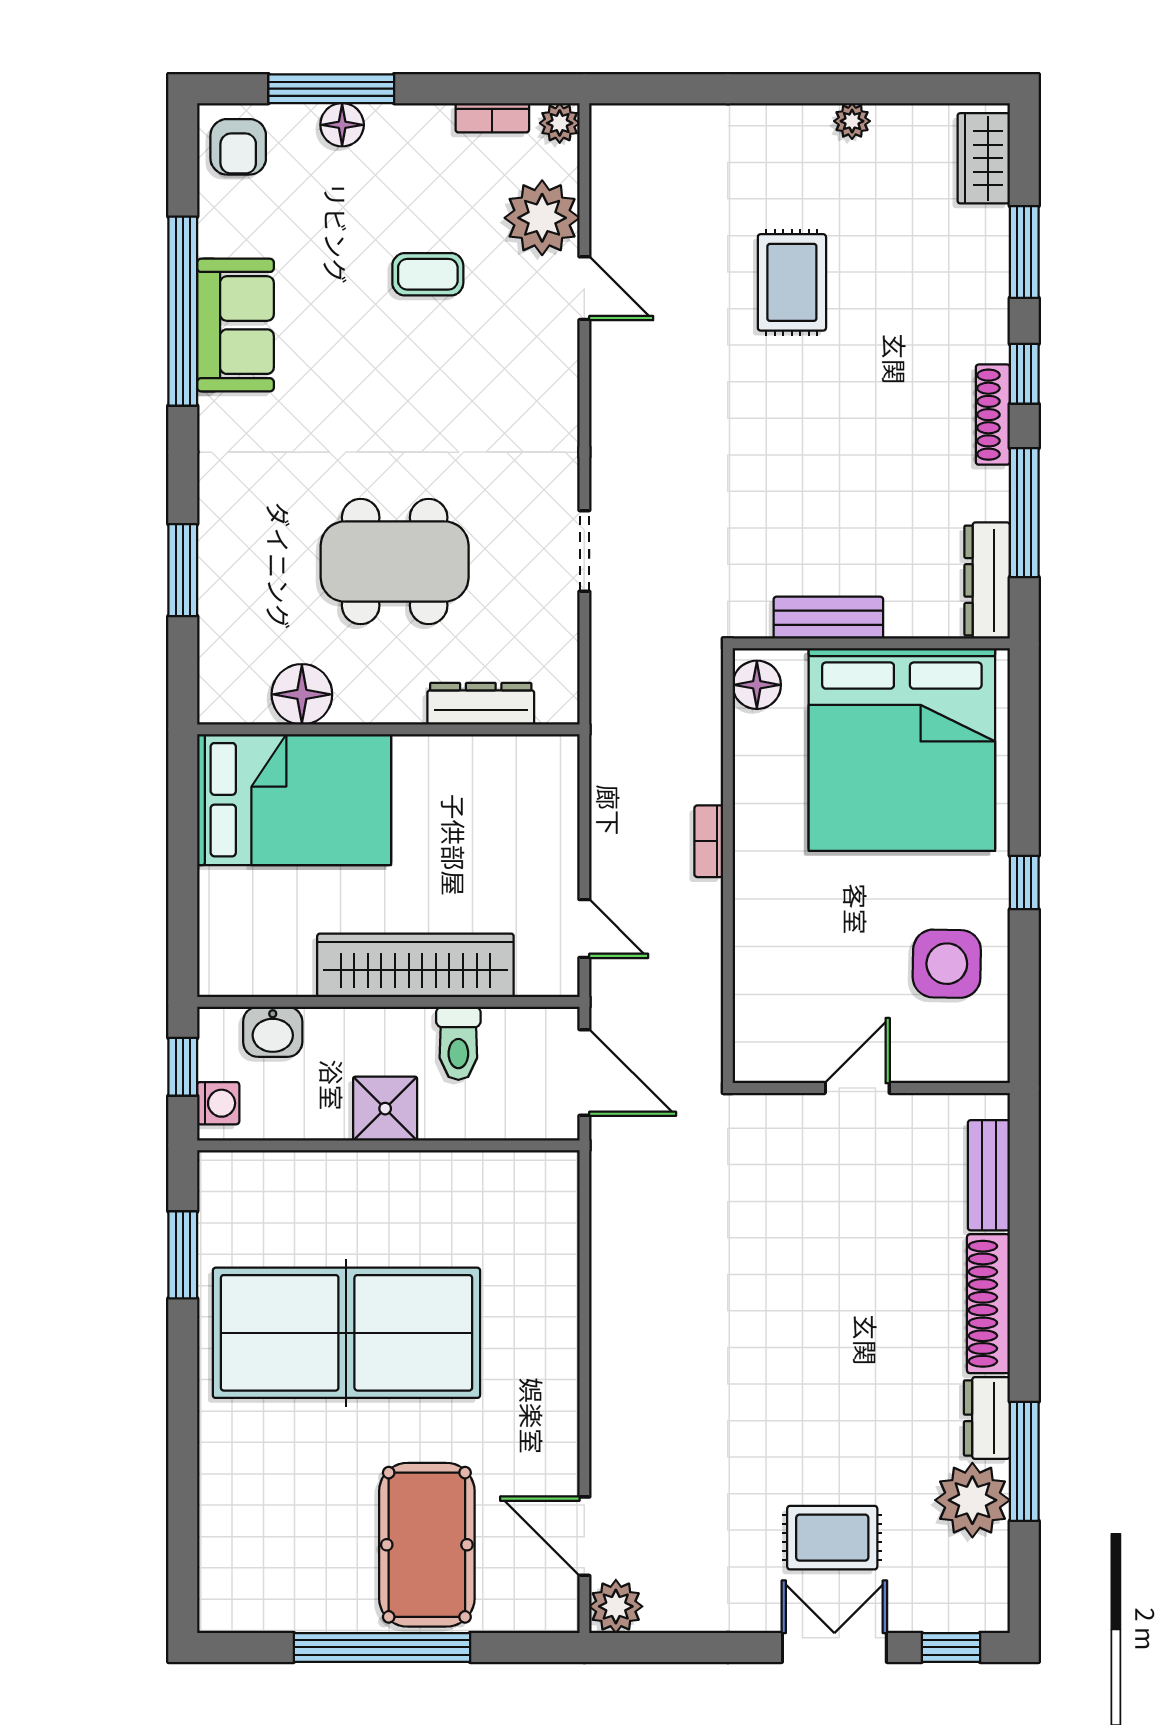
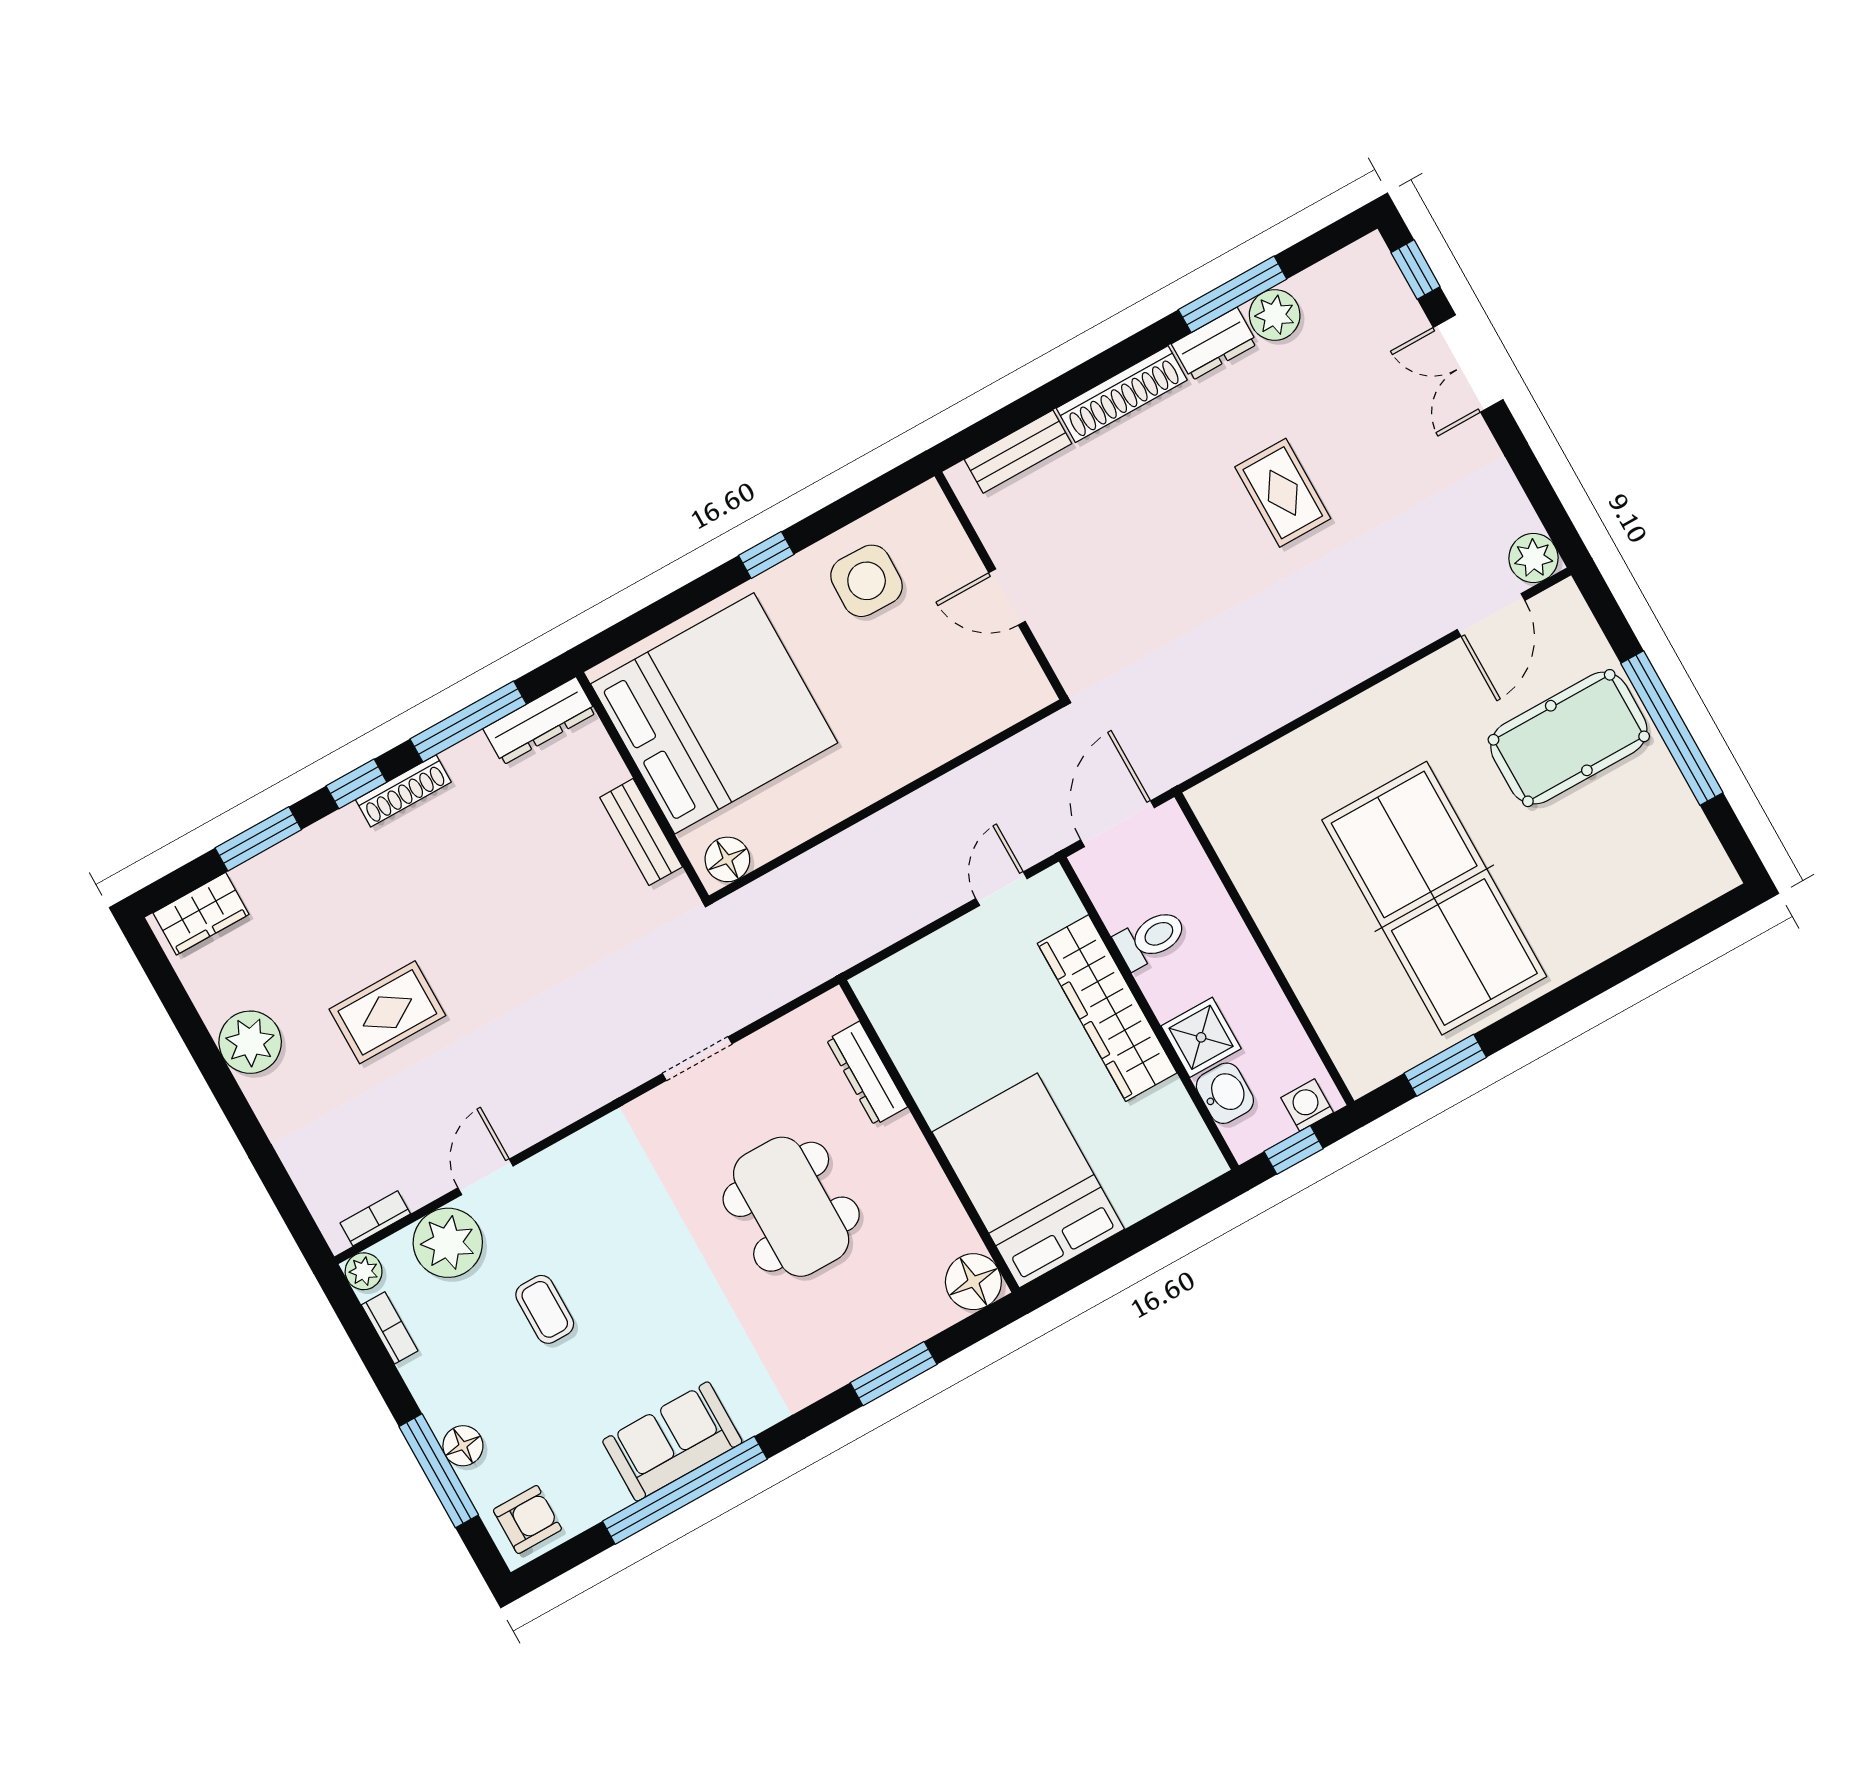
plant: (852, 121) -> (250, 1042), width x1.88, depth x1.88
floor lamp: (302, 694) -> (973, 1282), moved
bookcase: (709, 841) -> (375, 1218), moved, turned 180
shower: (385, 1109) -> (1201, 1037), moved
plant: (972, 1500) -> (1275, 315), width x0.73, depth x0.73
rug: (832, 1538) -> (1283, 493), moved

